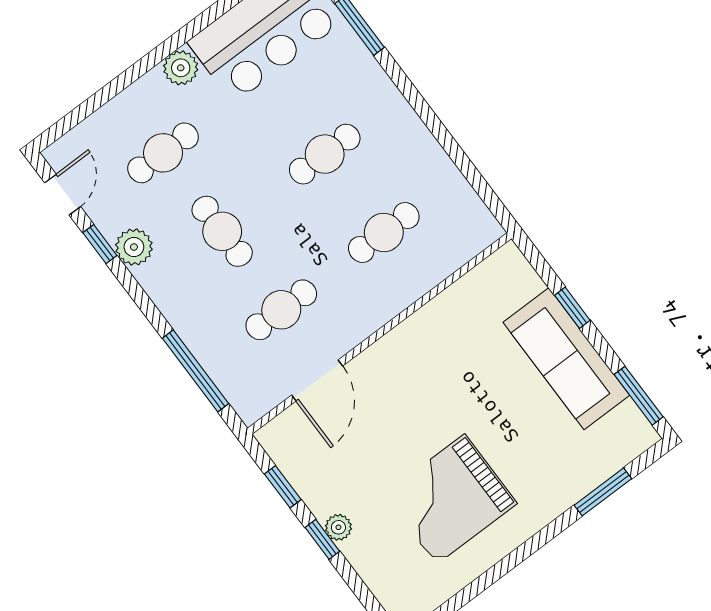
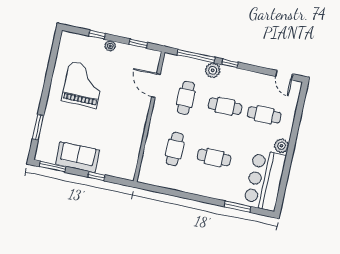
cafe table: (163, 153) -> (264, 115), turned 90
cafe table: (325, 154) -> (214, 157), turned 90
window: (100, 244) -> (230, 63), moved
plant: (134, 247) -> (213, 70), moved
sofa: (566, 359) -> (78, 157), width x0.73
window: (322, 539) -> (97, 35), moved

